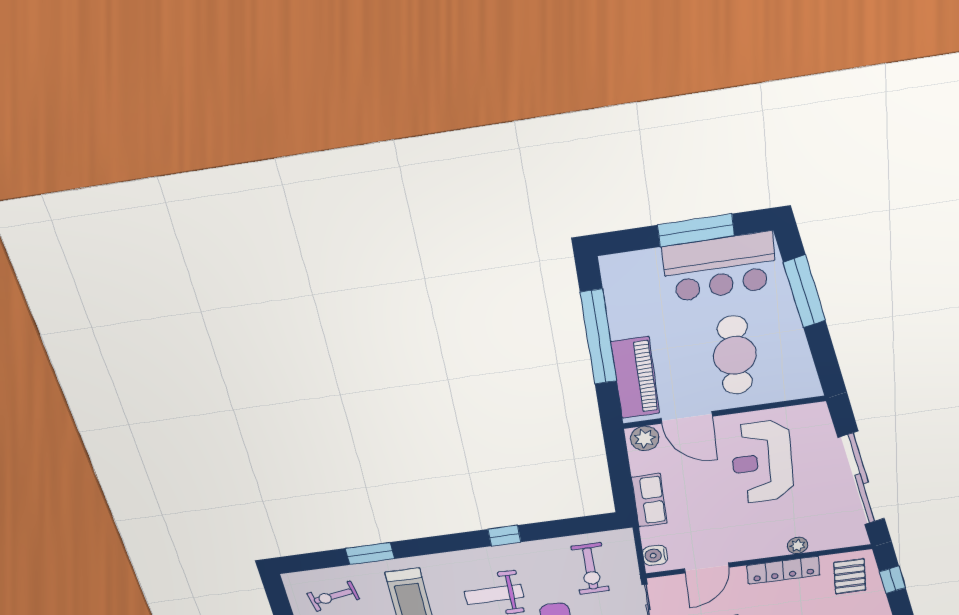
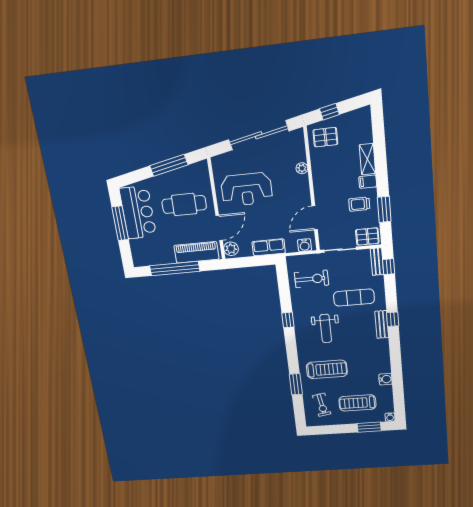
window: (804, 292) -> (169, 165), moved
door: (707, 568) -> (315, 218), swing flipped
locker: (783, 570) -> (319, 176), removed

